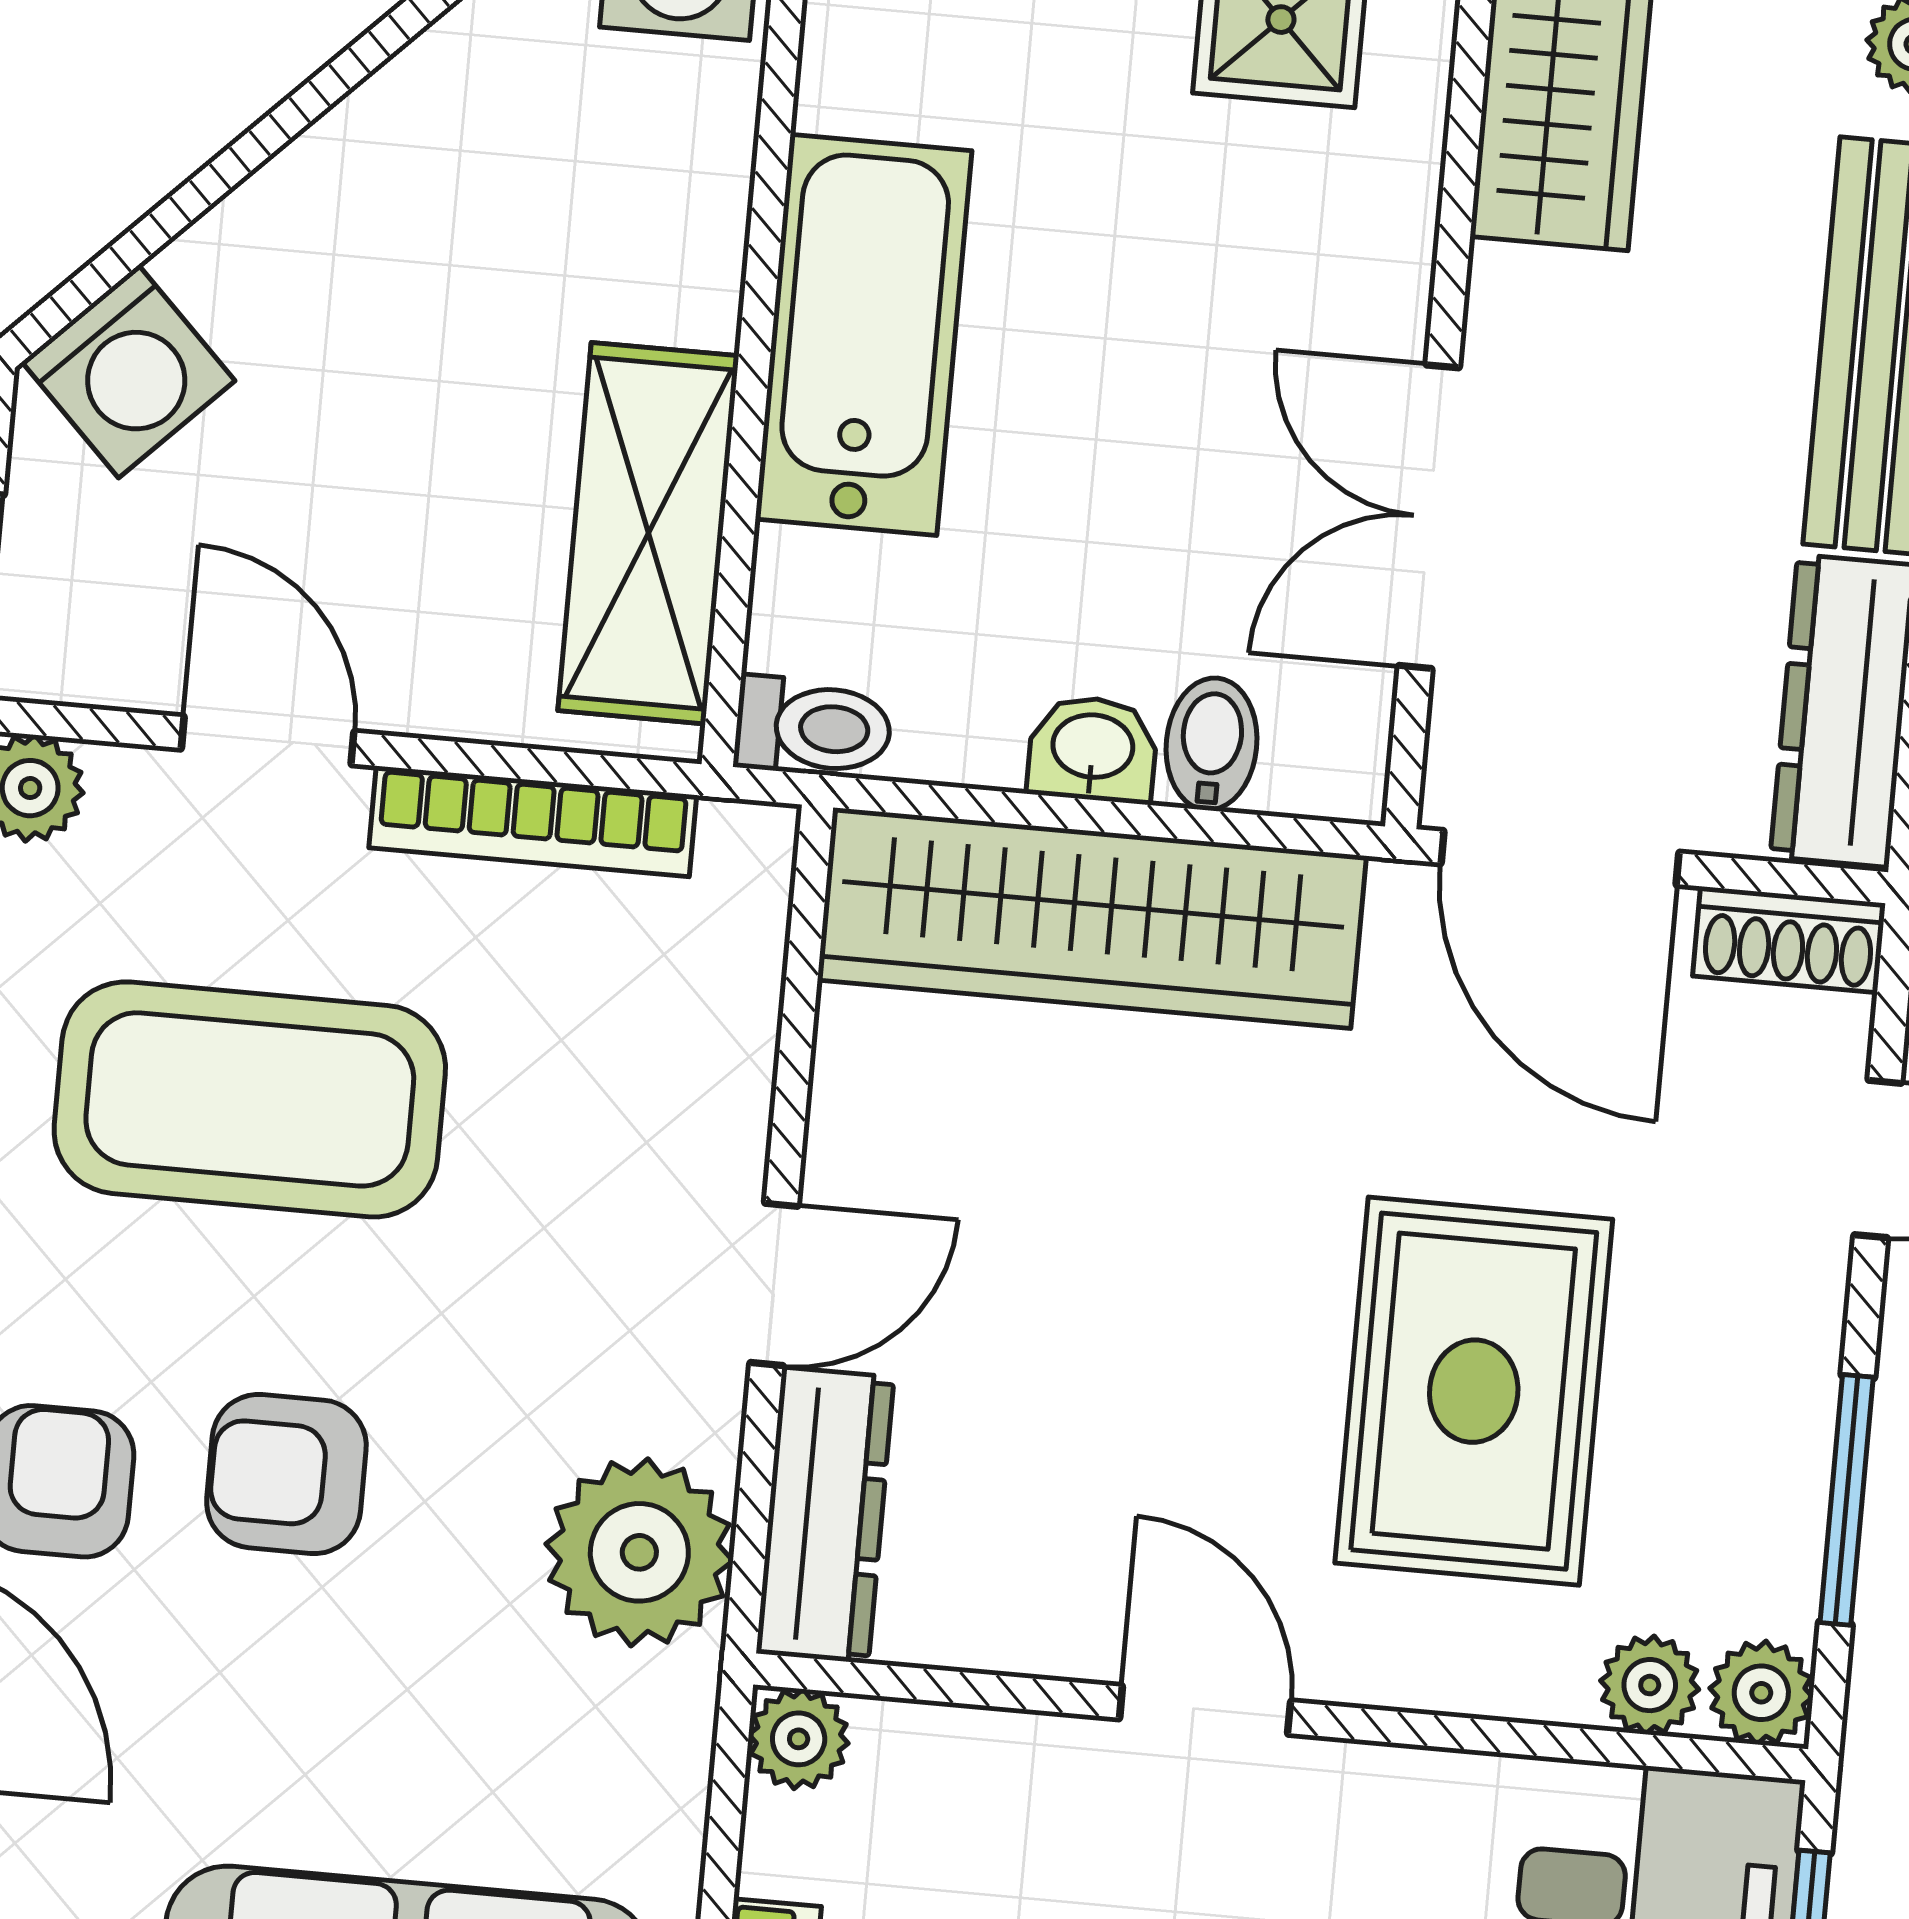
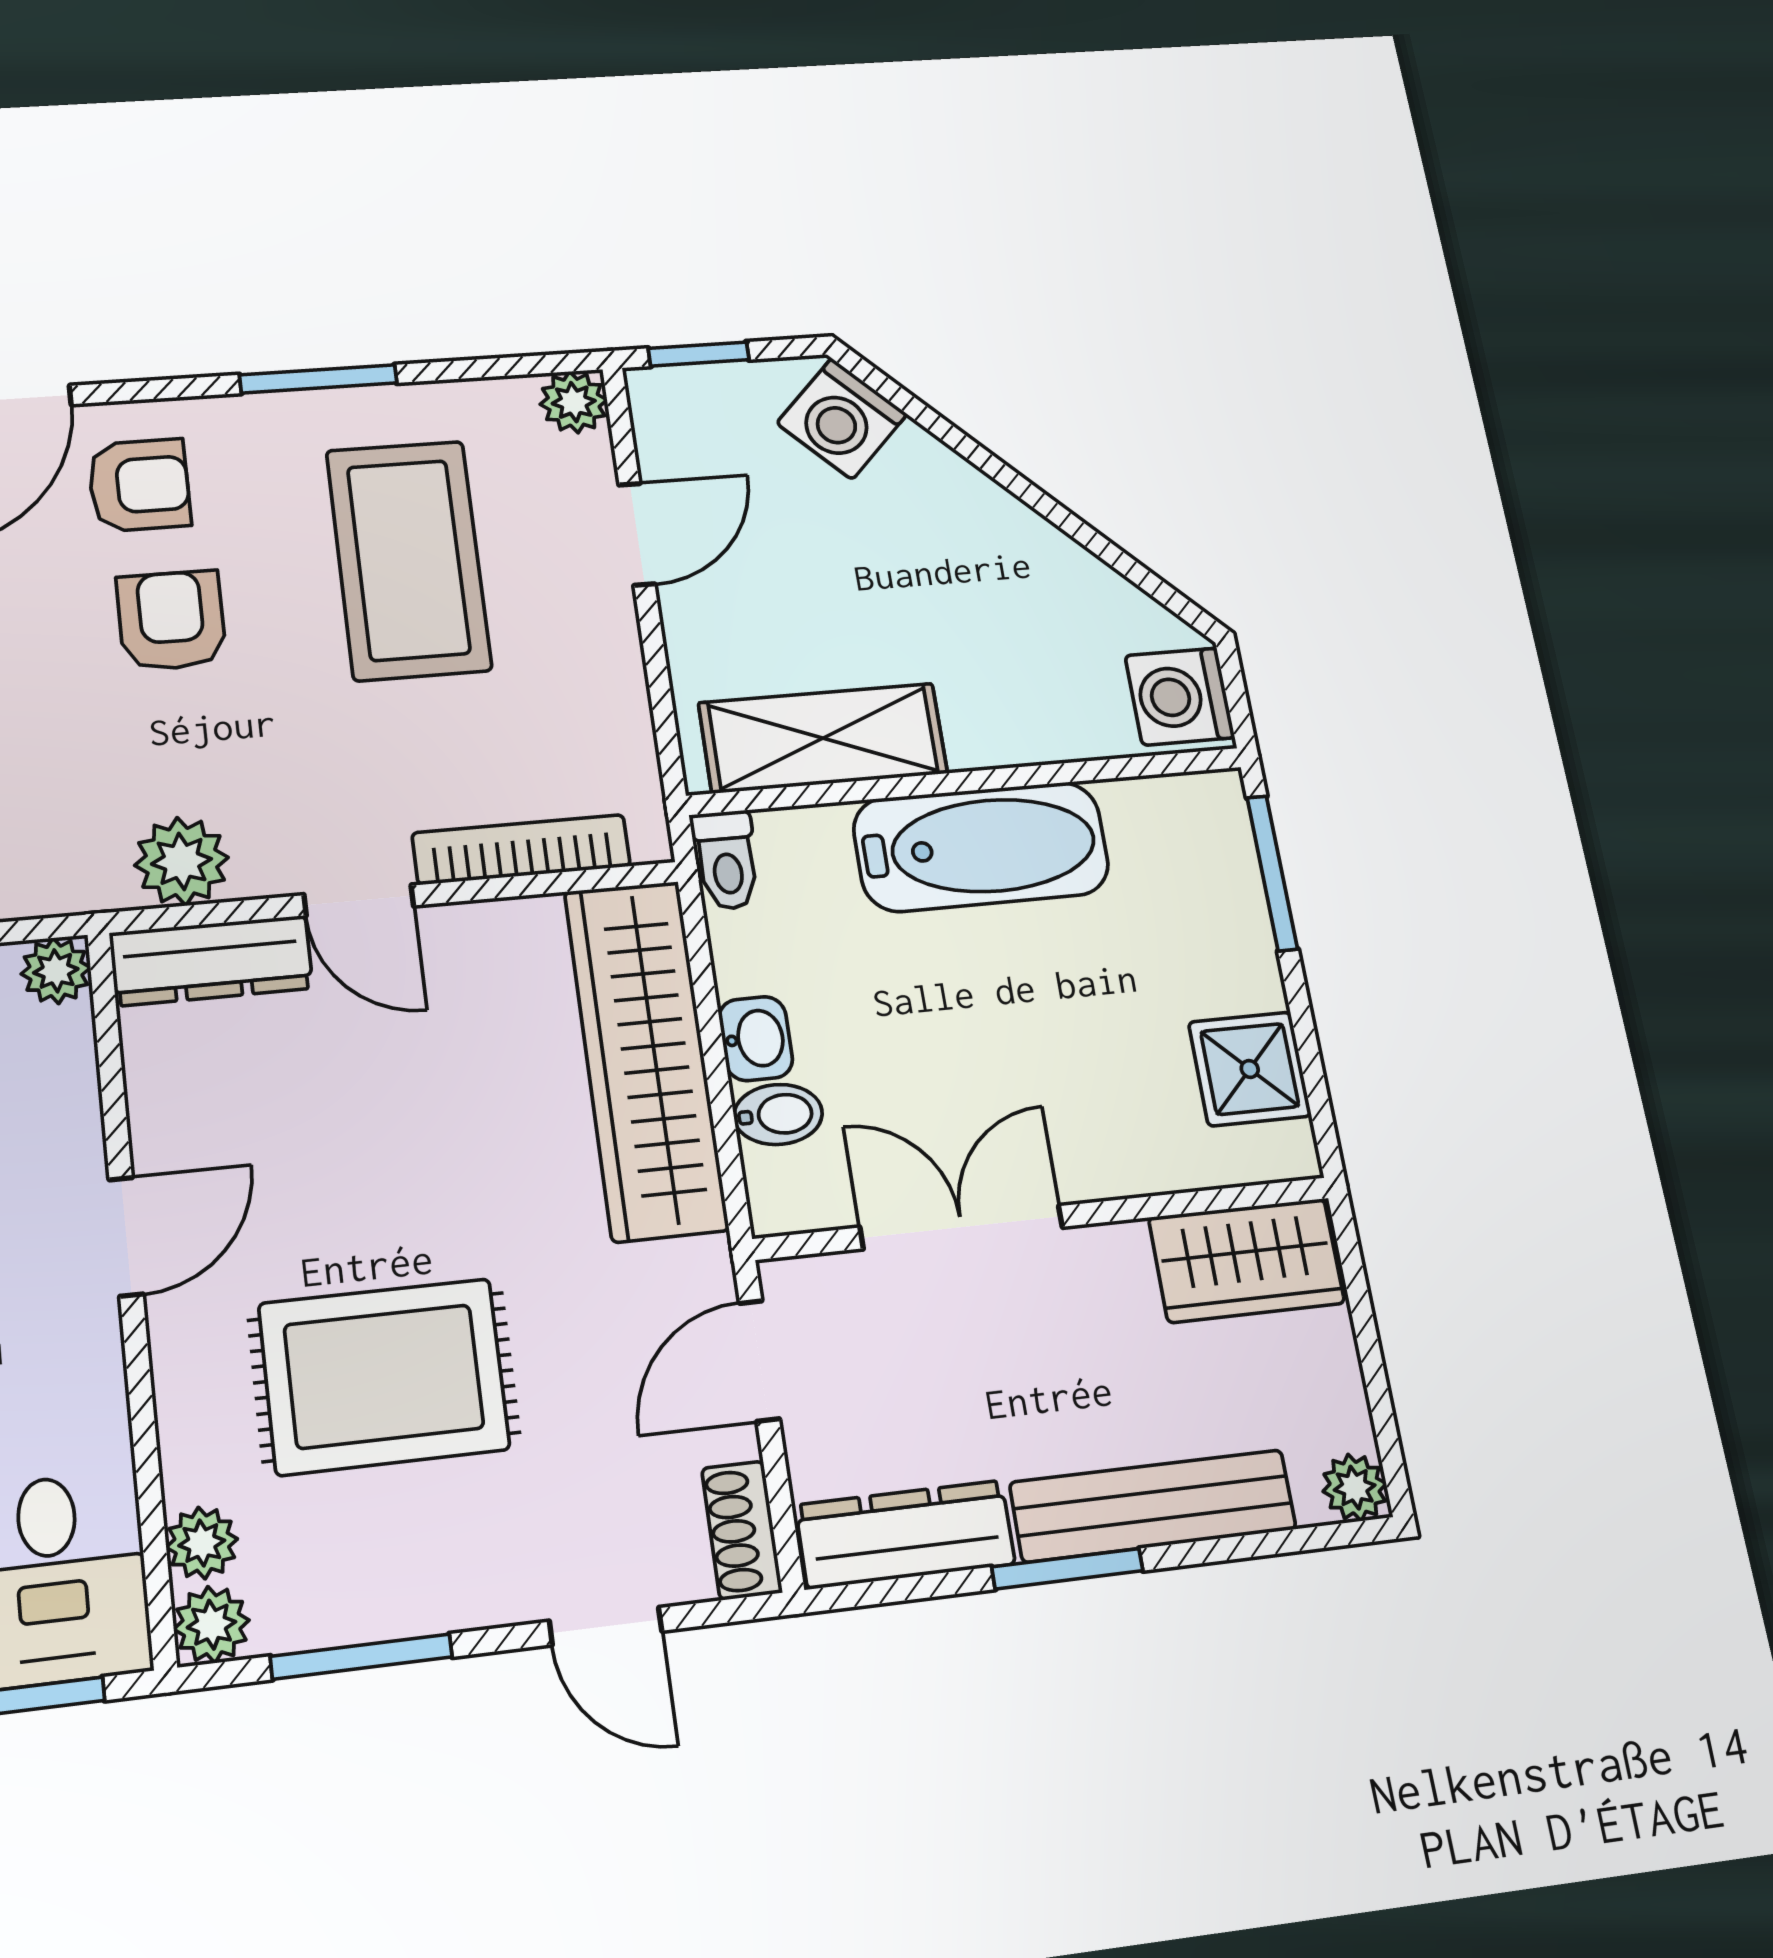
bookcase: (533, 821) -> (521, 850), moved, turned 90
door: (1560, 858) -> (759, 1361), width x0.73
plant: (639, 1552) -> (182, 861), width x0.73, depth x0.73

